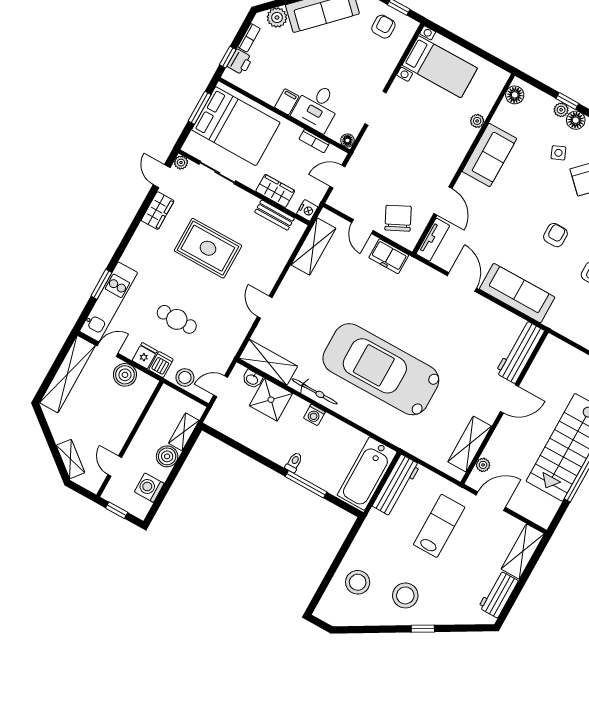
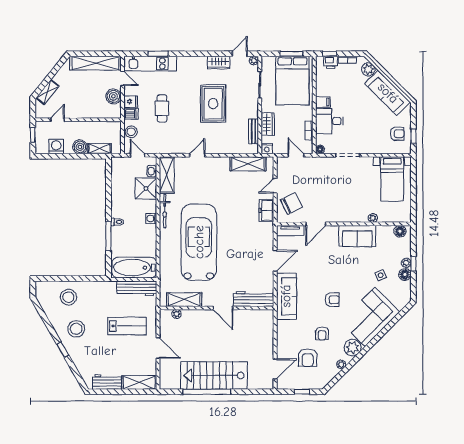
workbench: (520, 352) -> (254, 299), moved
door: (509, 399) -> (223, 308), moved
wall: (505, 407) -> (217, 308), moved
shelving: (470, 444) -> (184, 300), moved
plant: (483, 465) -> (176, 314), moved

